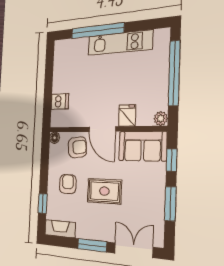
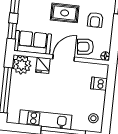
stool: (64, 57) -> (93, 118), added
plant: (161, 119) -> (22, 65), width x1.88, depth x1.88
door: (102, 129) -> (64, 58), hinge flipped

